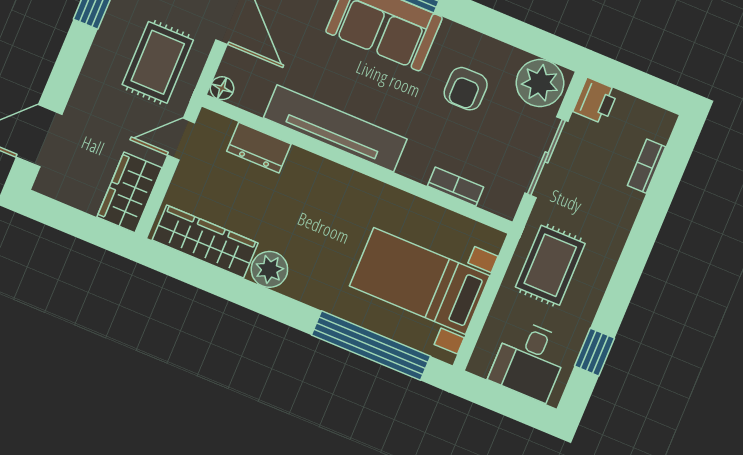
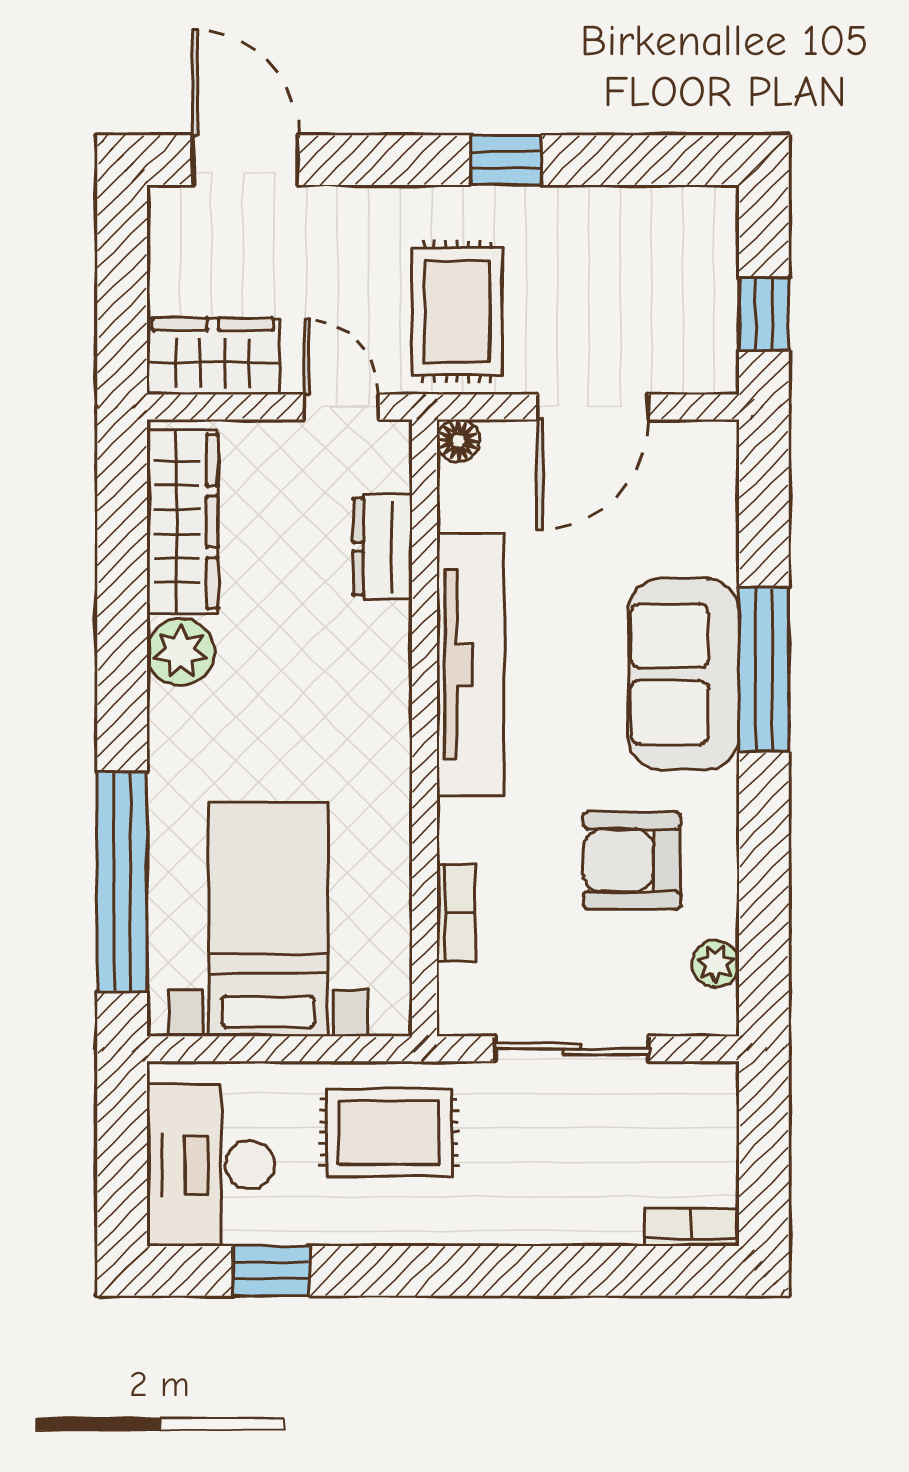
rug: (158, 62) -> (457, 312), turned 90
plant: (540, 83) -> (716, 964), width x0.53, depth x0.53
armchair: (466, 89) -> (632, 860), width x1.38, depth x1.38
printer: (596, 101) -> (704, 1093), removed
bookcase: (647, 166) -> (692, 1227), moved
desk: (529, 360) -> (211, 1165), width x1.37

